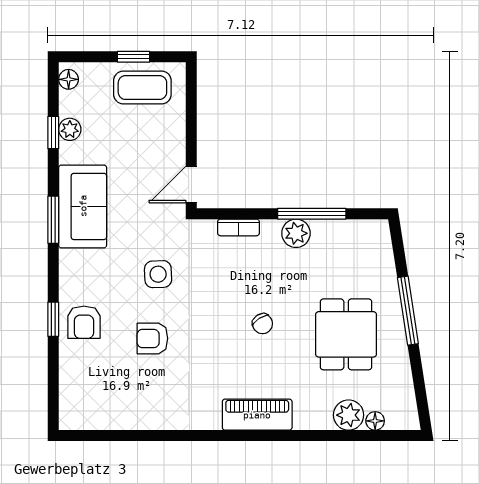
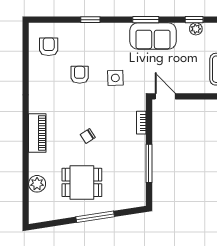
plant: (296, 233) -> (138, 155), removed
armchair: (84, 322) -> (49, 47), moved, turned 90
floor lamp: (375, 421) -> (34, 199), removed

